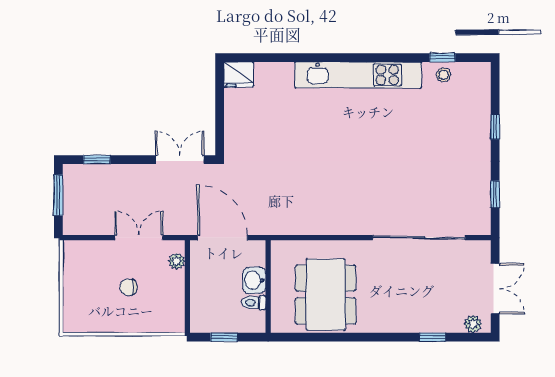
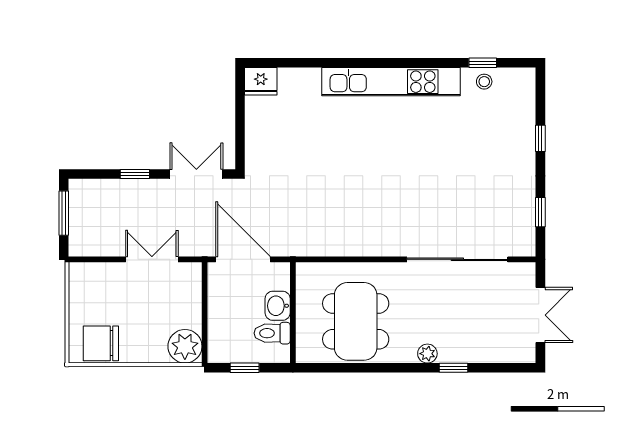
window: (97, 160) -> (135, 174), moved
plant: (177, 261) -> (185, 346), moved, width x1.88, depth x1.88
chair: (128, 287) -> (101, 343), moved, width x1.87, depth x1.87
toilet: (254, 303) -> (272, 333), width x1.37, depth x1.39
plant: (473, 324) -> (427, 354), moved
window: (433, 337) -> (453, 368), moved

